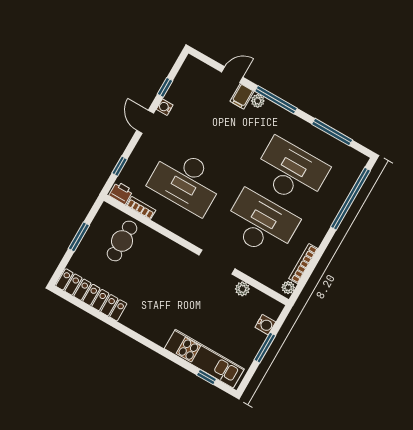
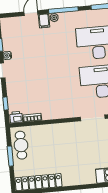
desk: (186, 181) -> (46, 86), removed
cafe table: (122, 241) -> (21, 145), moved

